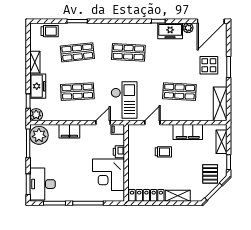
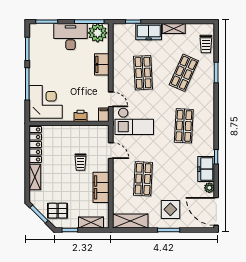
shop shelf: (77, 52) -> (184, 73), turned 30
plant: (36, 115) -> (119, 30), removed
corner desk: (108, 175) -> (46, 102), moved, turned 90
desk: (43, 184) -> (71, 37), moved

